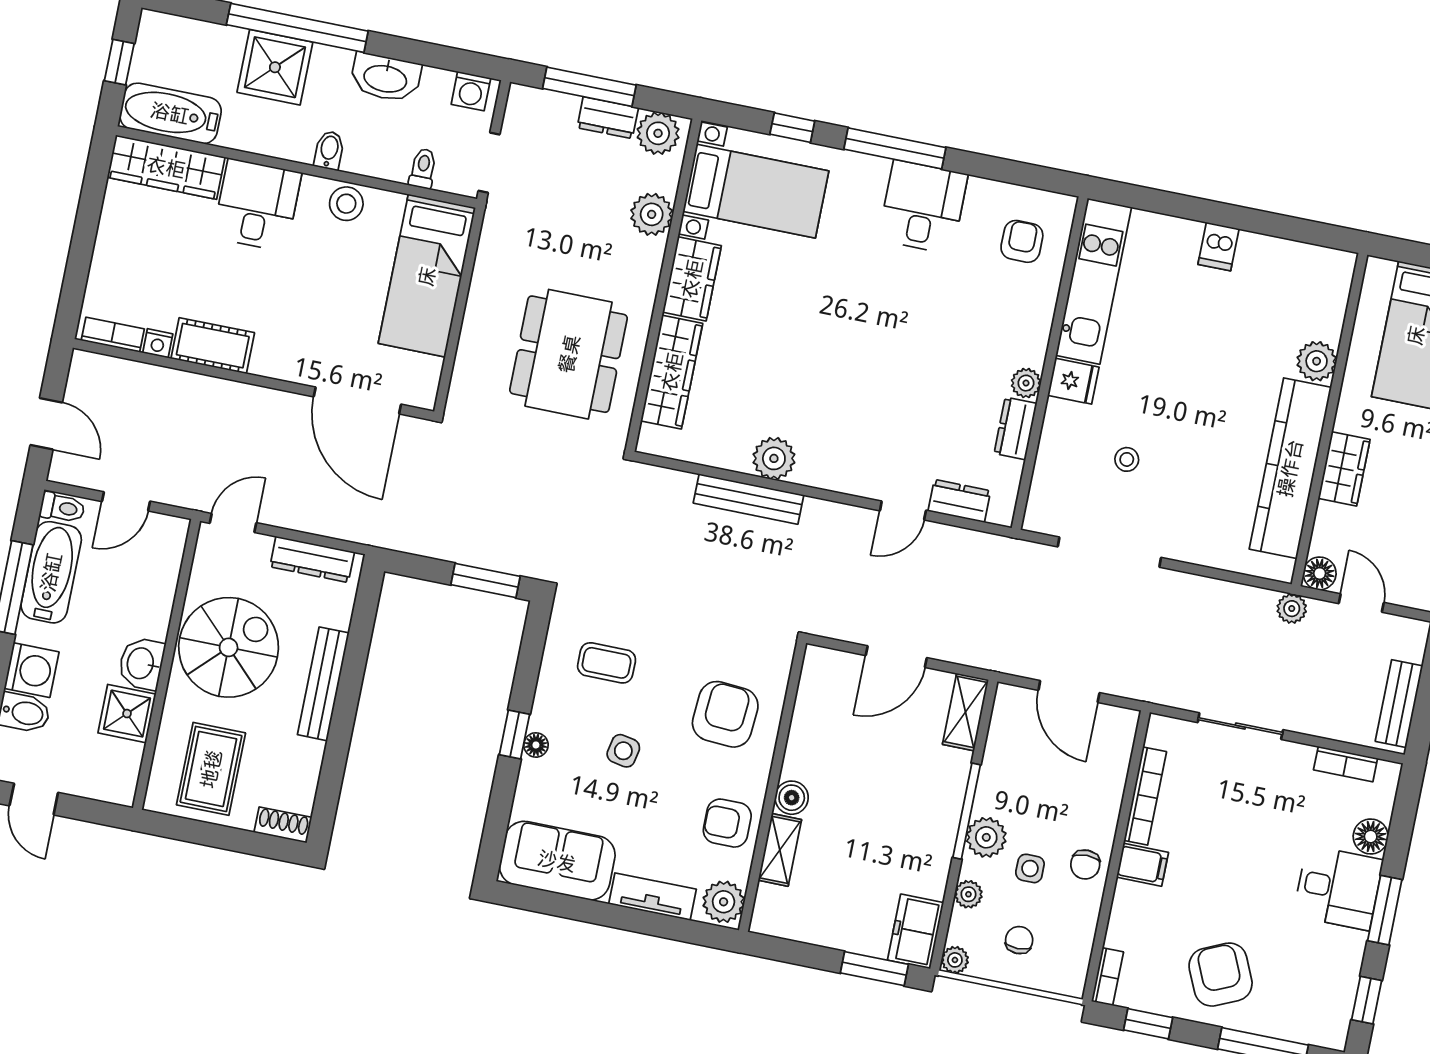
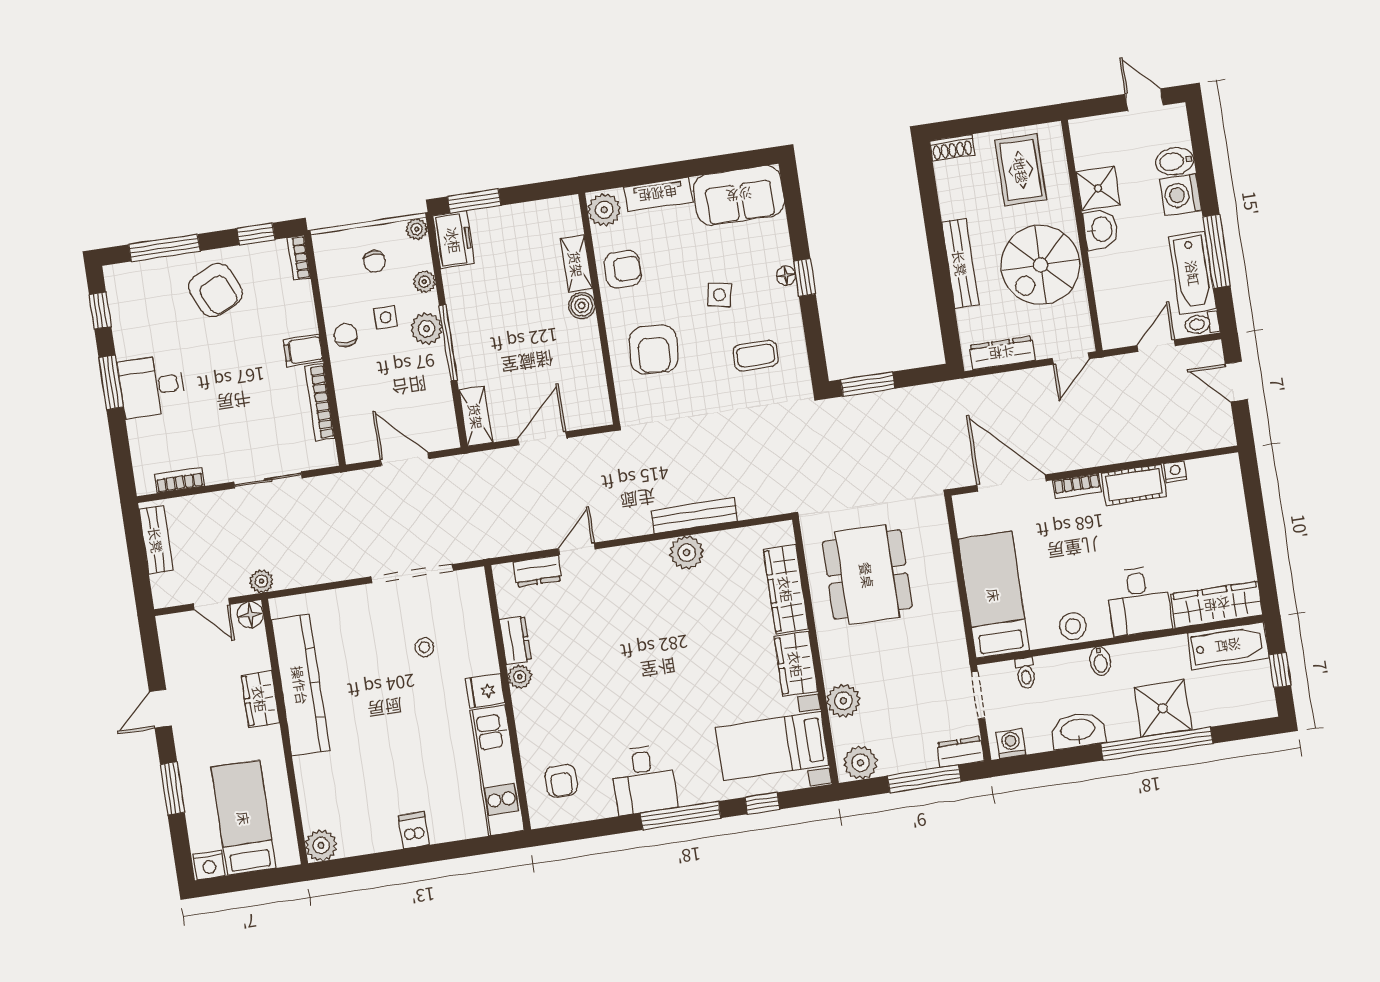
dresser: (608, 118) -> (961, 752), moved
bookcase: (113, 335) -> (1077, 486), moved
plant: (1317, 361) -> (321, 845), moved
floor lamp: (1371, 837) -> (141, 433), removed

